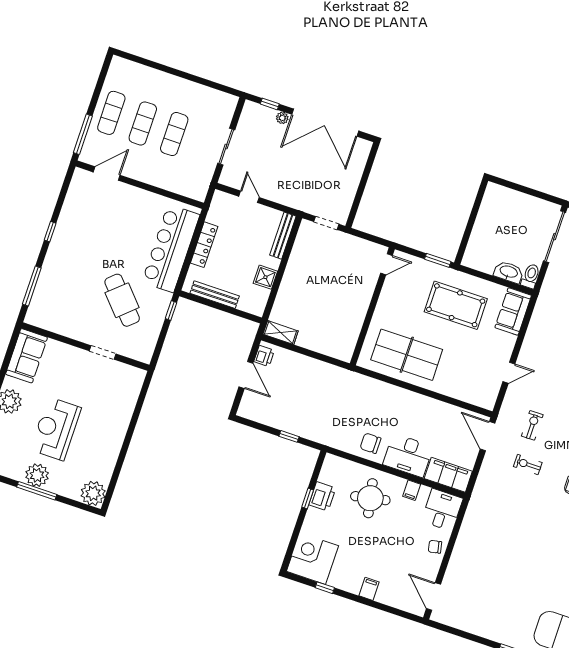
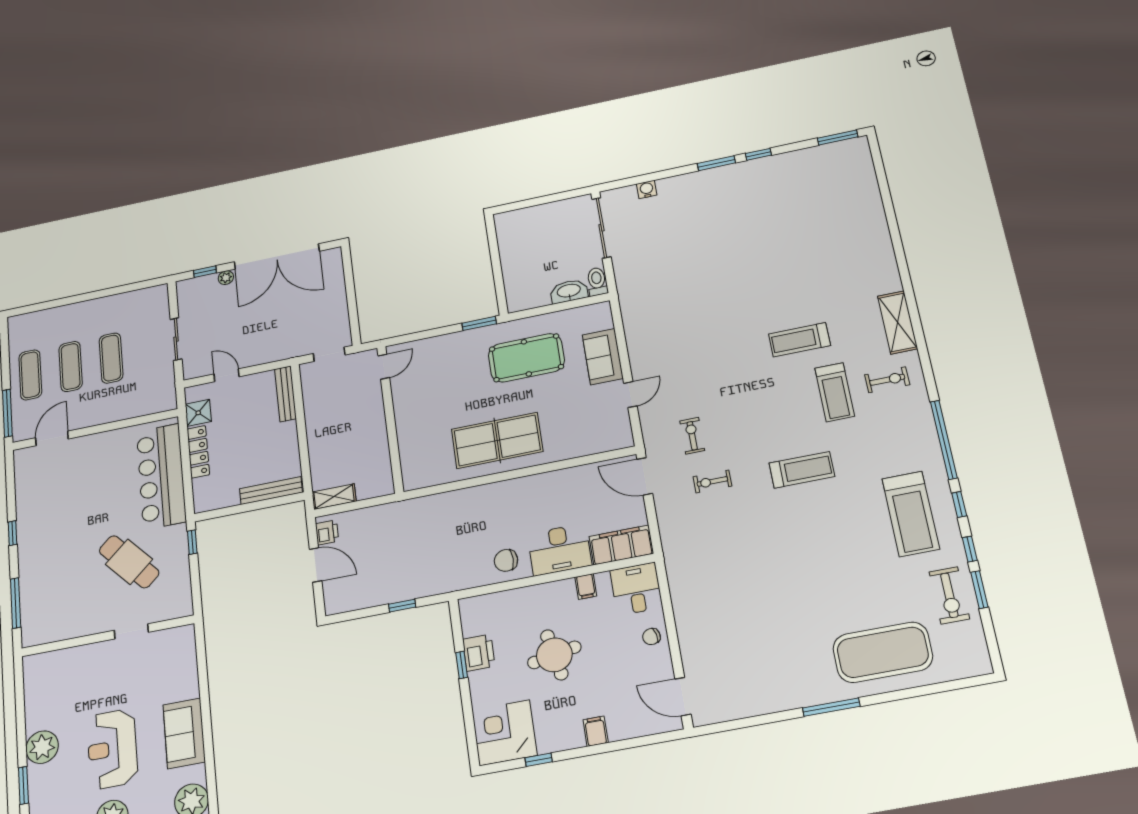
door: (386, 264) -> (384, 367), moved
shower: (265, 277) -> (198, 413), moved
bench: (215, 295) -> (271, 491), moved
wall: (372, 306) -> (390, 419), moved
sofa: (513, 311) -> (603, 357), moved
sofa: (27, 356) -> (184, 733), moved, turned 180
round table: (370, 498) -> (554, 655), moved

